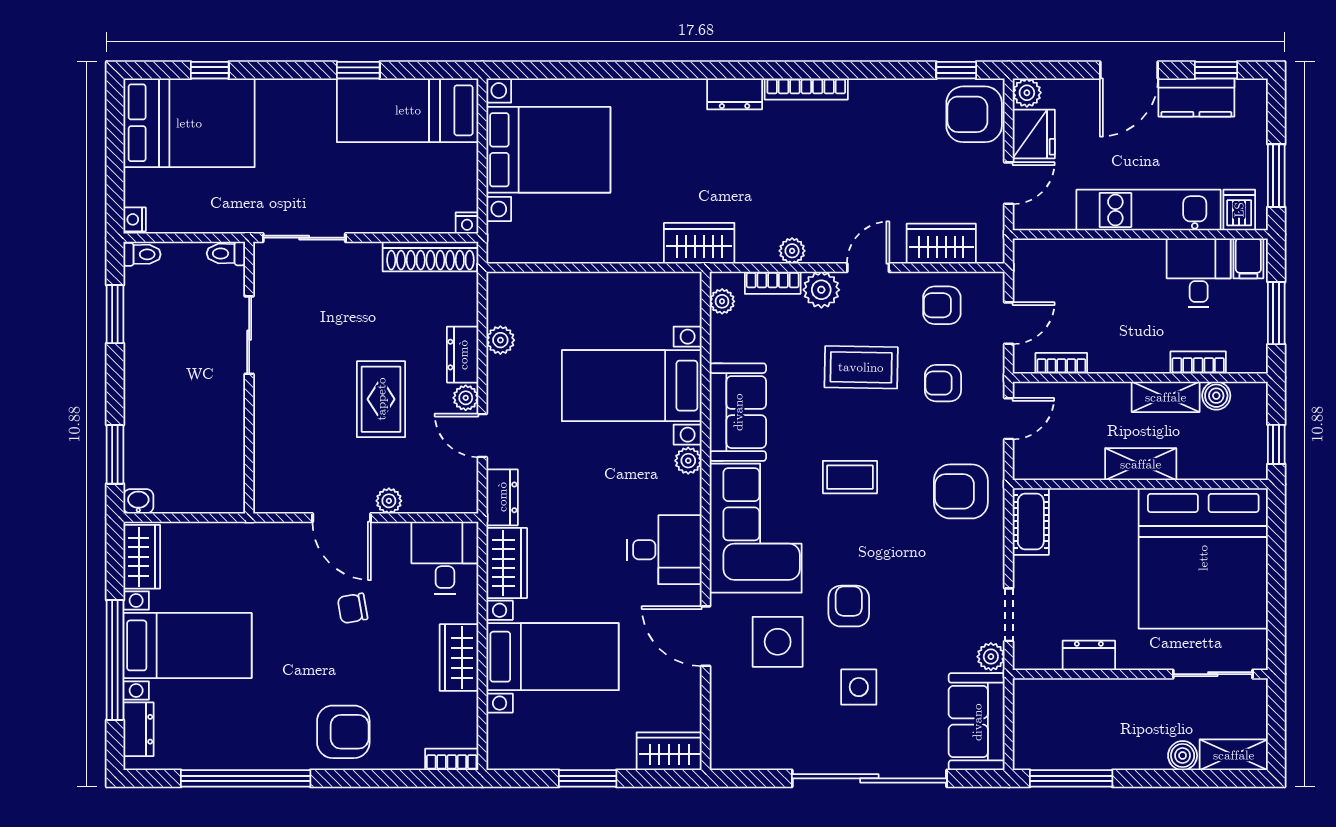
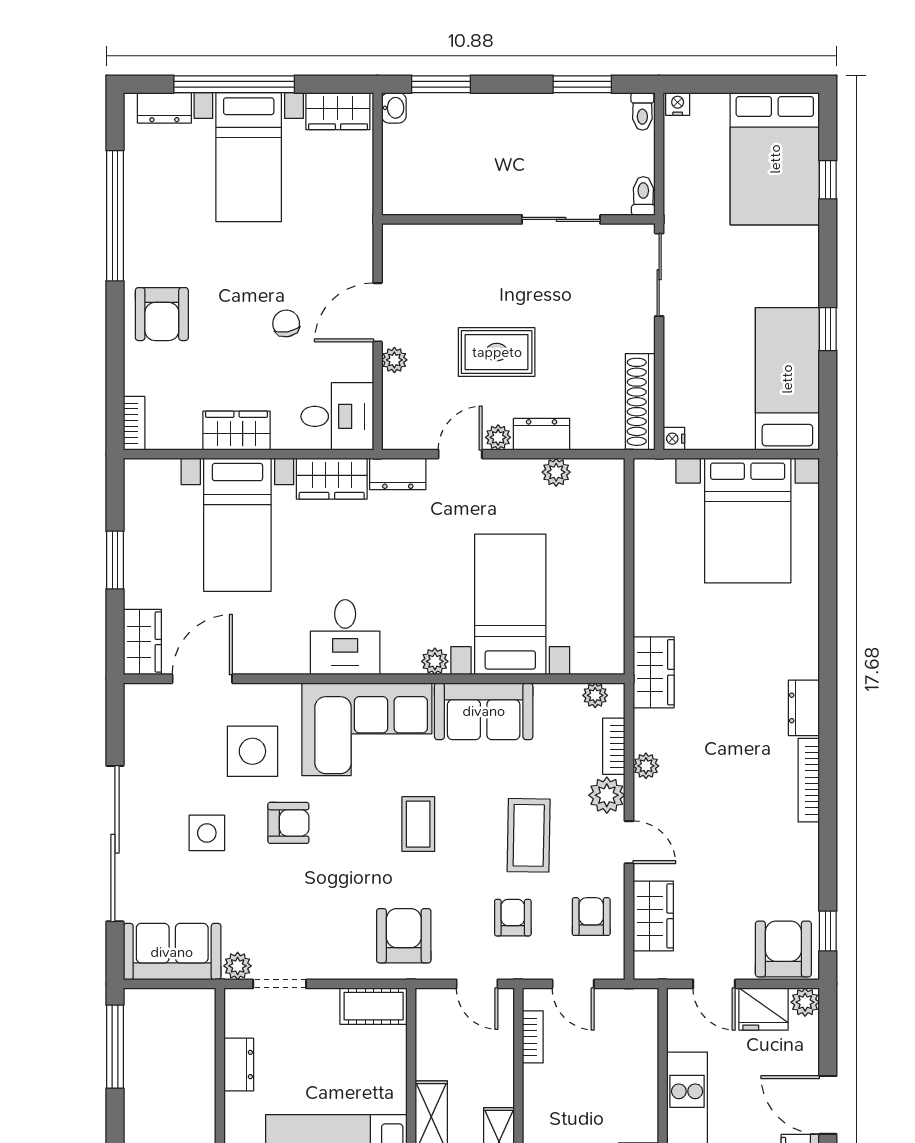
door: (706, 636) -> (202, 679), moved

